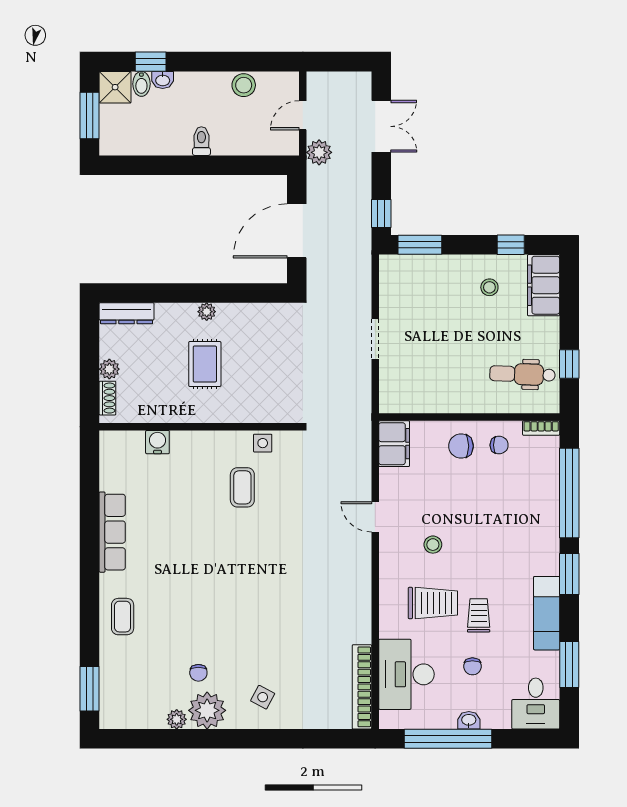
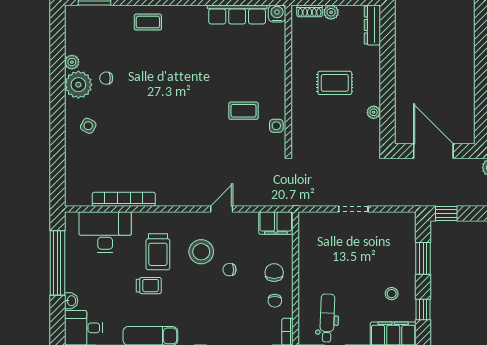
window: (420, 245) -> (423, 258), moved
plant: (207, 312) -> (374, 112), moved
water cooler: (157, 442) -> (277, 13), moved, turned -90
row of seats: (112, 532) -> (237, 14), moved
stool: (433, 545) -> (201, 252), width x1.89, depth x1.89
chair: (472, 666) -> (229, 270), moved
bookcase: (362, 687) -> (124, 199), moved
washbasin: (469, 720) -> (71, 301), moved

